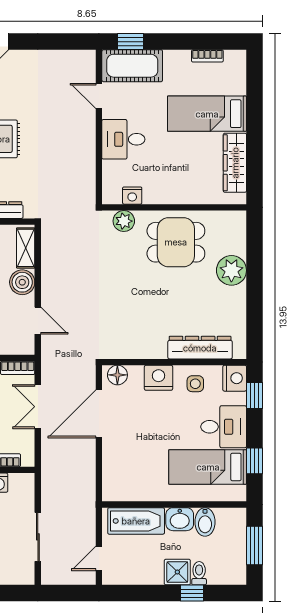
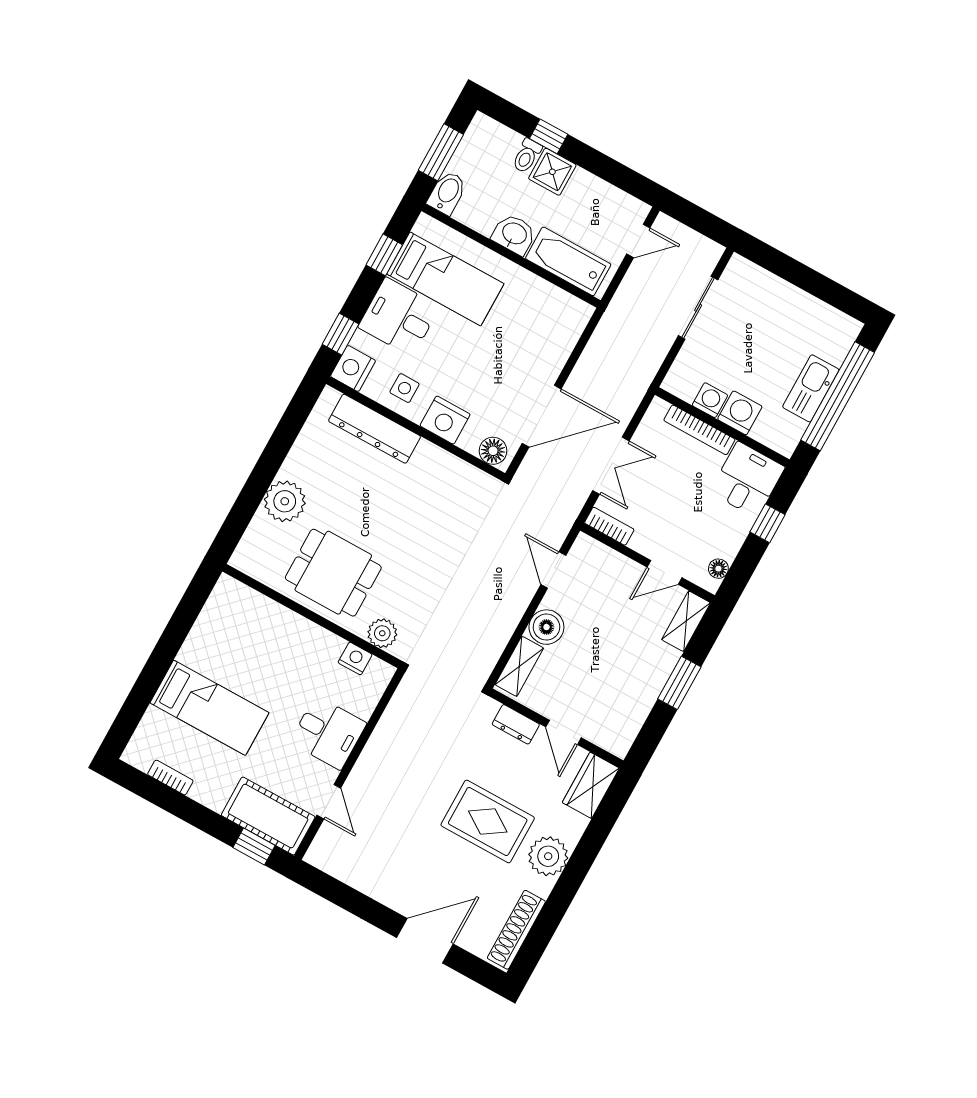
wardrobe: (235, 163) -> (208, 630), removed
bidet: (205, 522) -> (447, 193), moved

